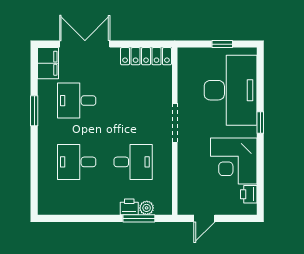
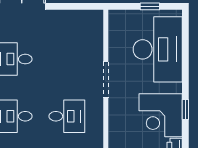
locker: (146, 56) -> (79, 18), removed
window: (260, 122) -> (185, 110), moved

